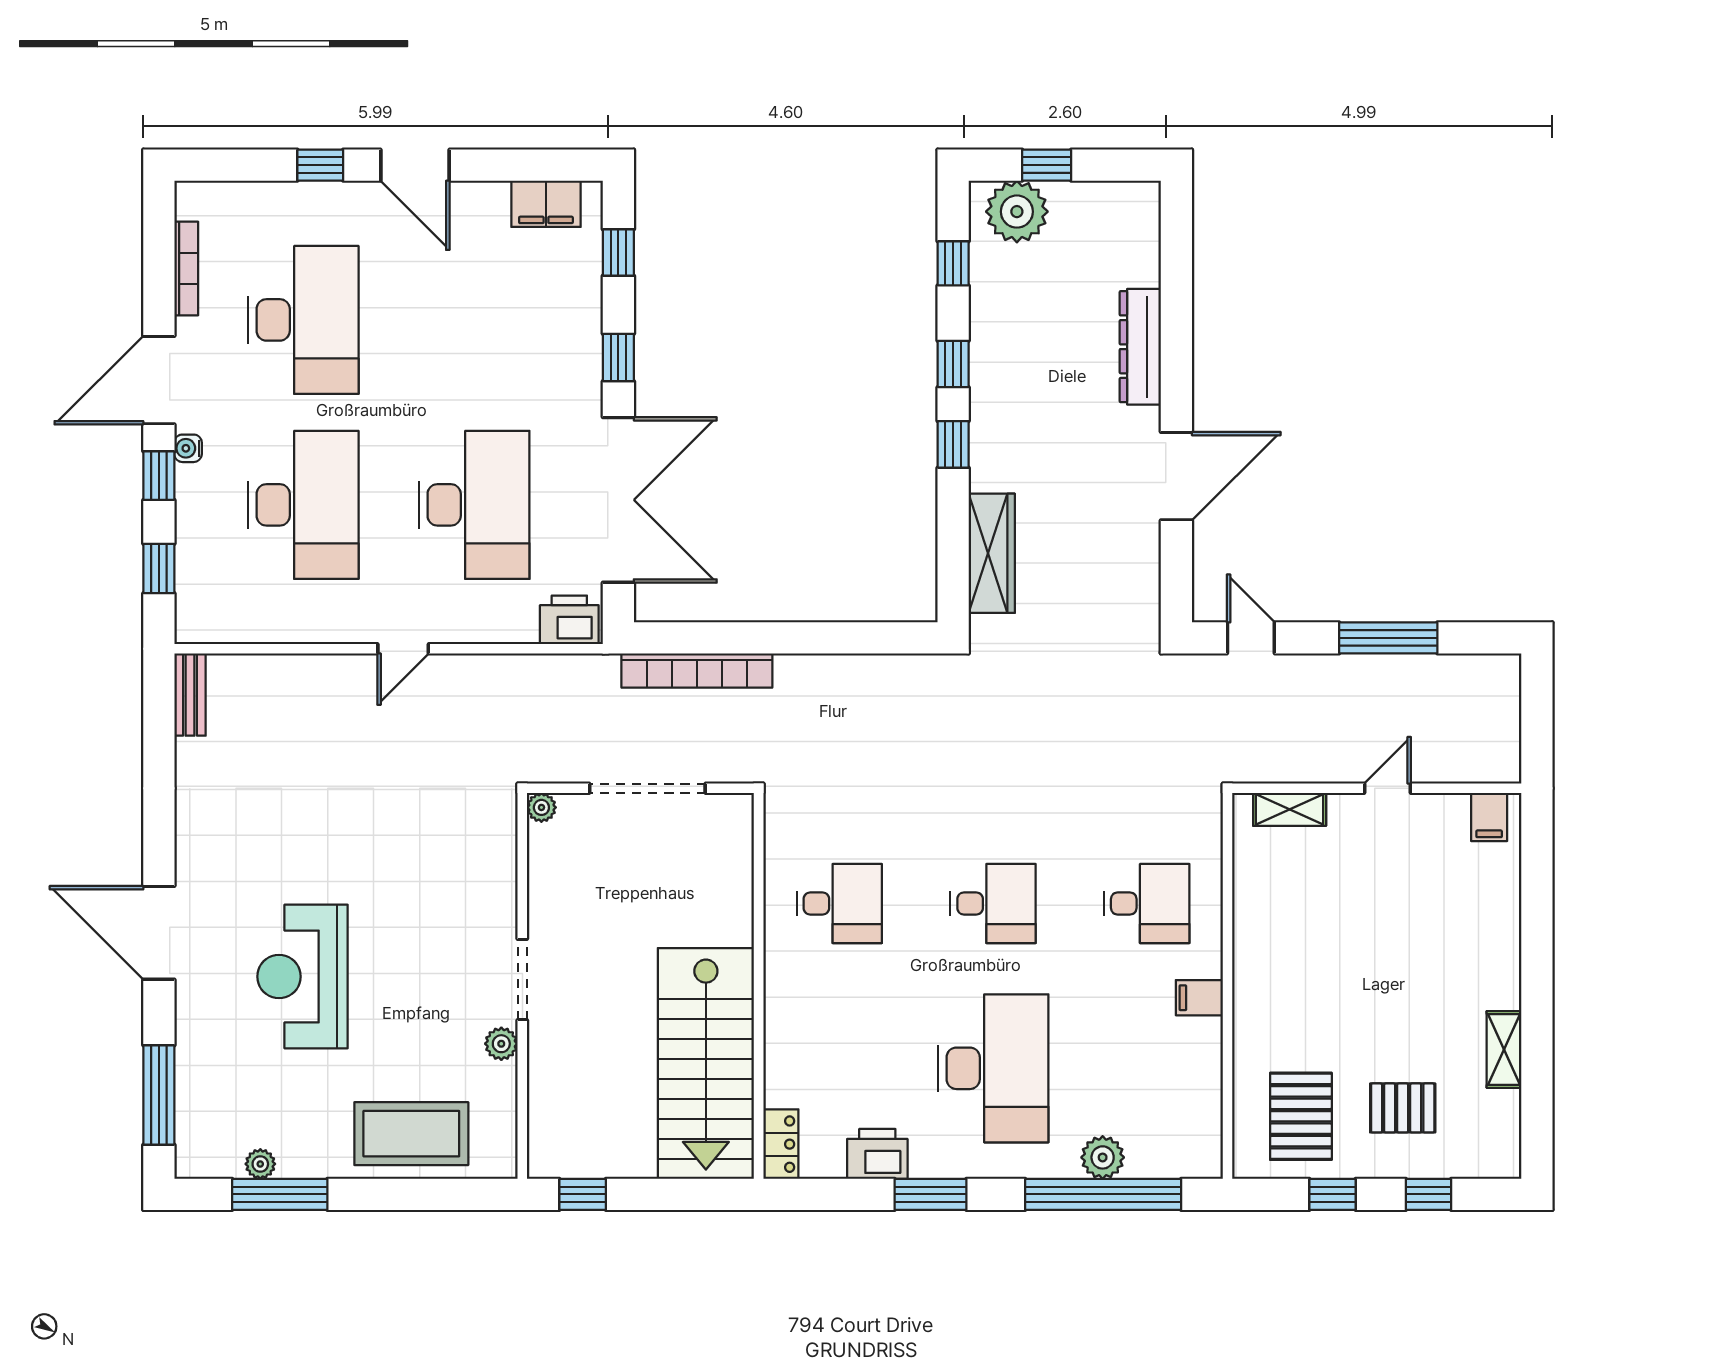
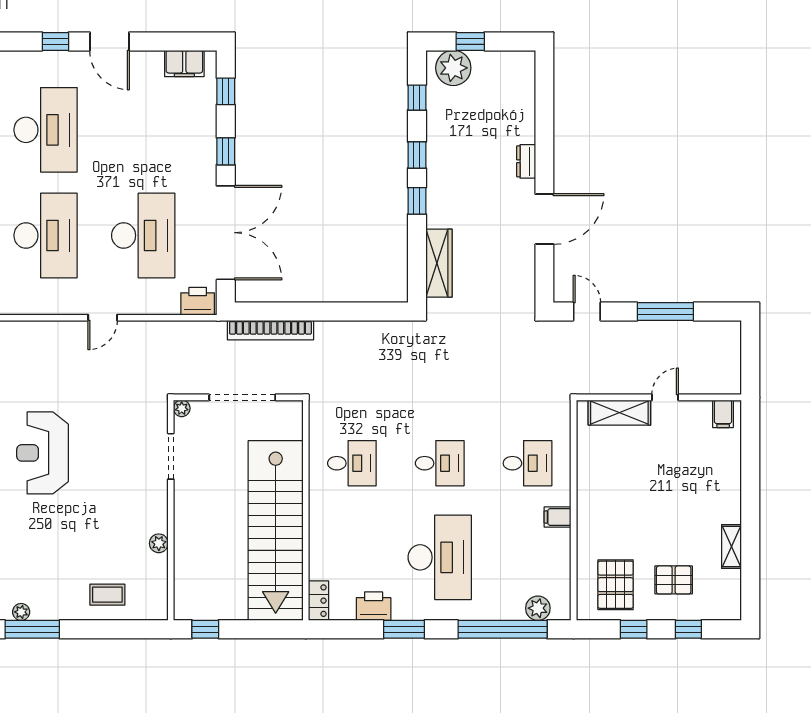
dresser: (1140, 347) -> (526, 161), width x0.51, depth x0.80
shelving: (1290, 809) -> (619, 413), width x1.50, depth x1.33
reception desk: (302, 977) -> (43, 453), moved
doorway: (522, 979) -> (171, 456), moved
stairs: (706, 1063) -> (276, 531), width x1.36
coffee table: (411, 1134) -> (107, 595), width x0.54, depth x0.58
plant: (1103, 1157) -> (538, 608), moved

